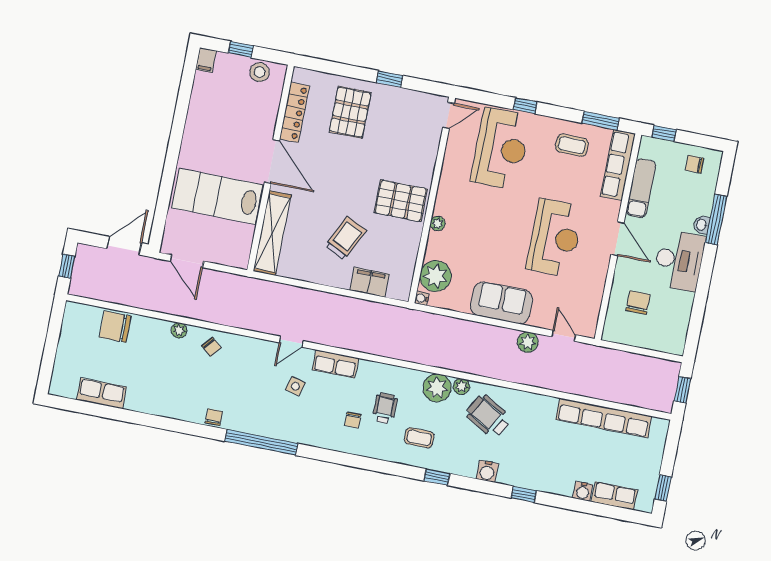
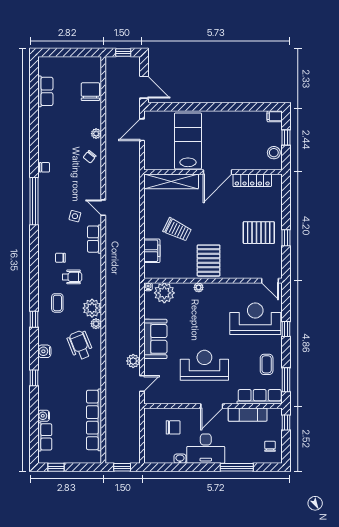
pallet: (350, 112) -> (259, 233), moved
reception desk: (501, 149) -> (255, 319), turned 180
washbasin: (702, 225) -> (180, 459), moved
reception desk: (555, 238) -> (204, 365), turned 180
wheelchair: (488, 416) -> (80, 345), turned -52

